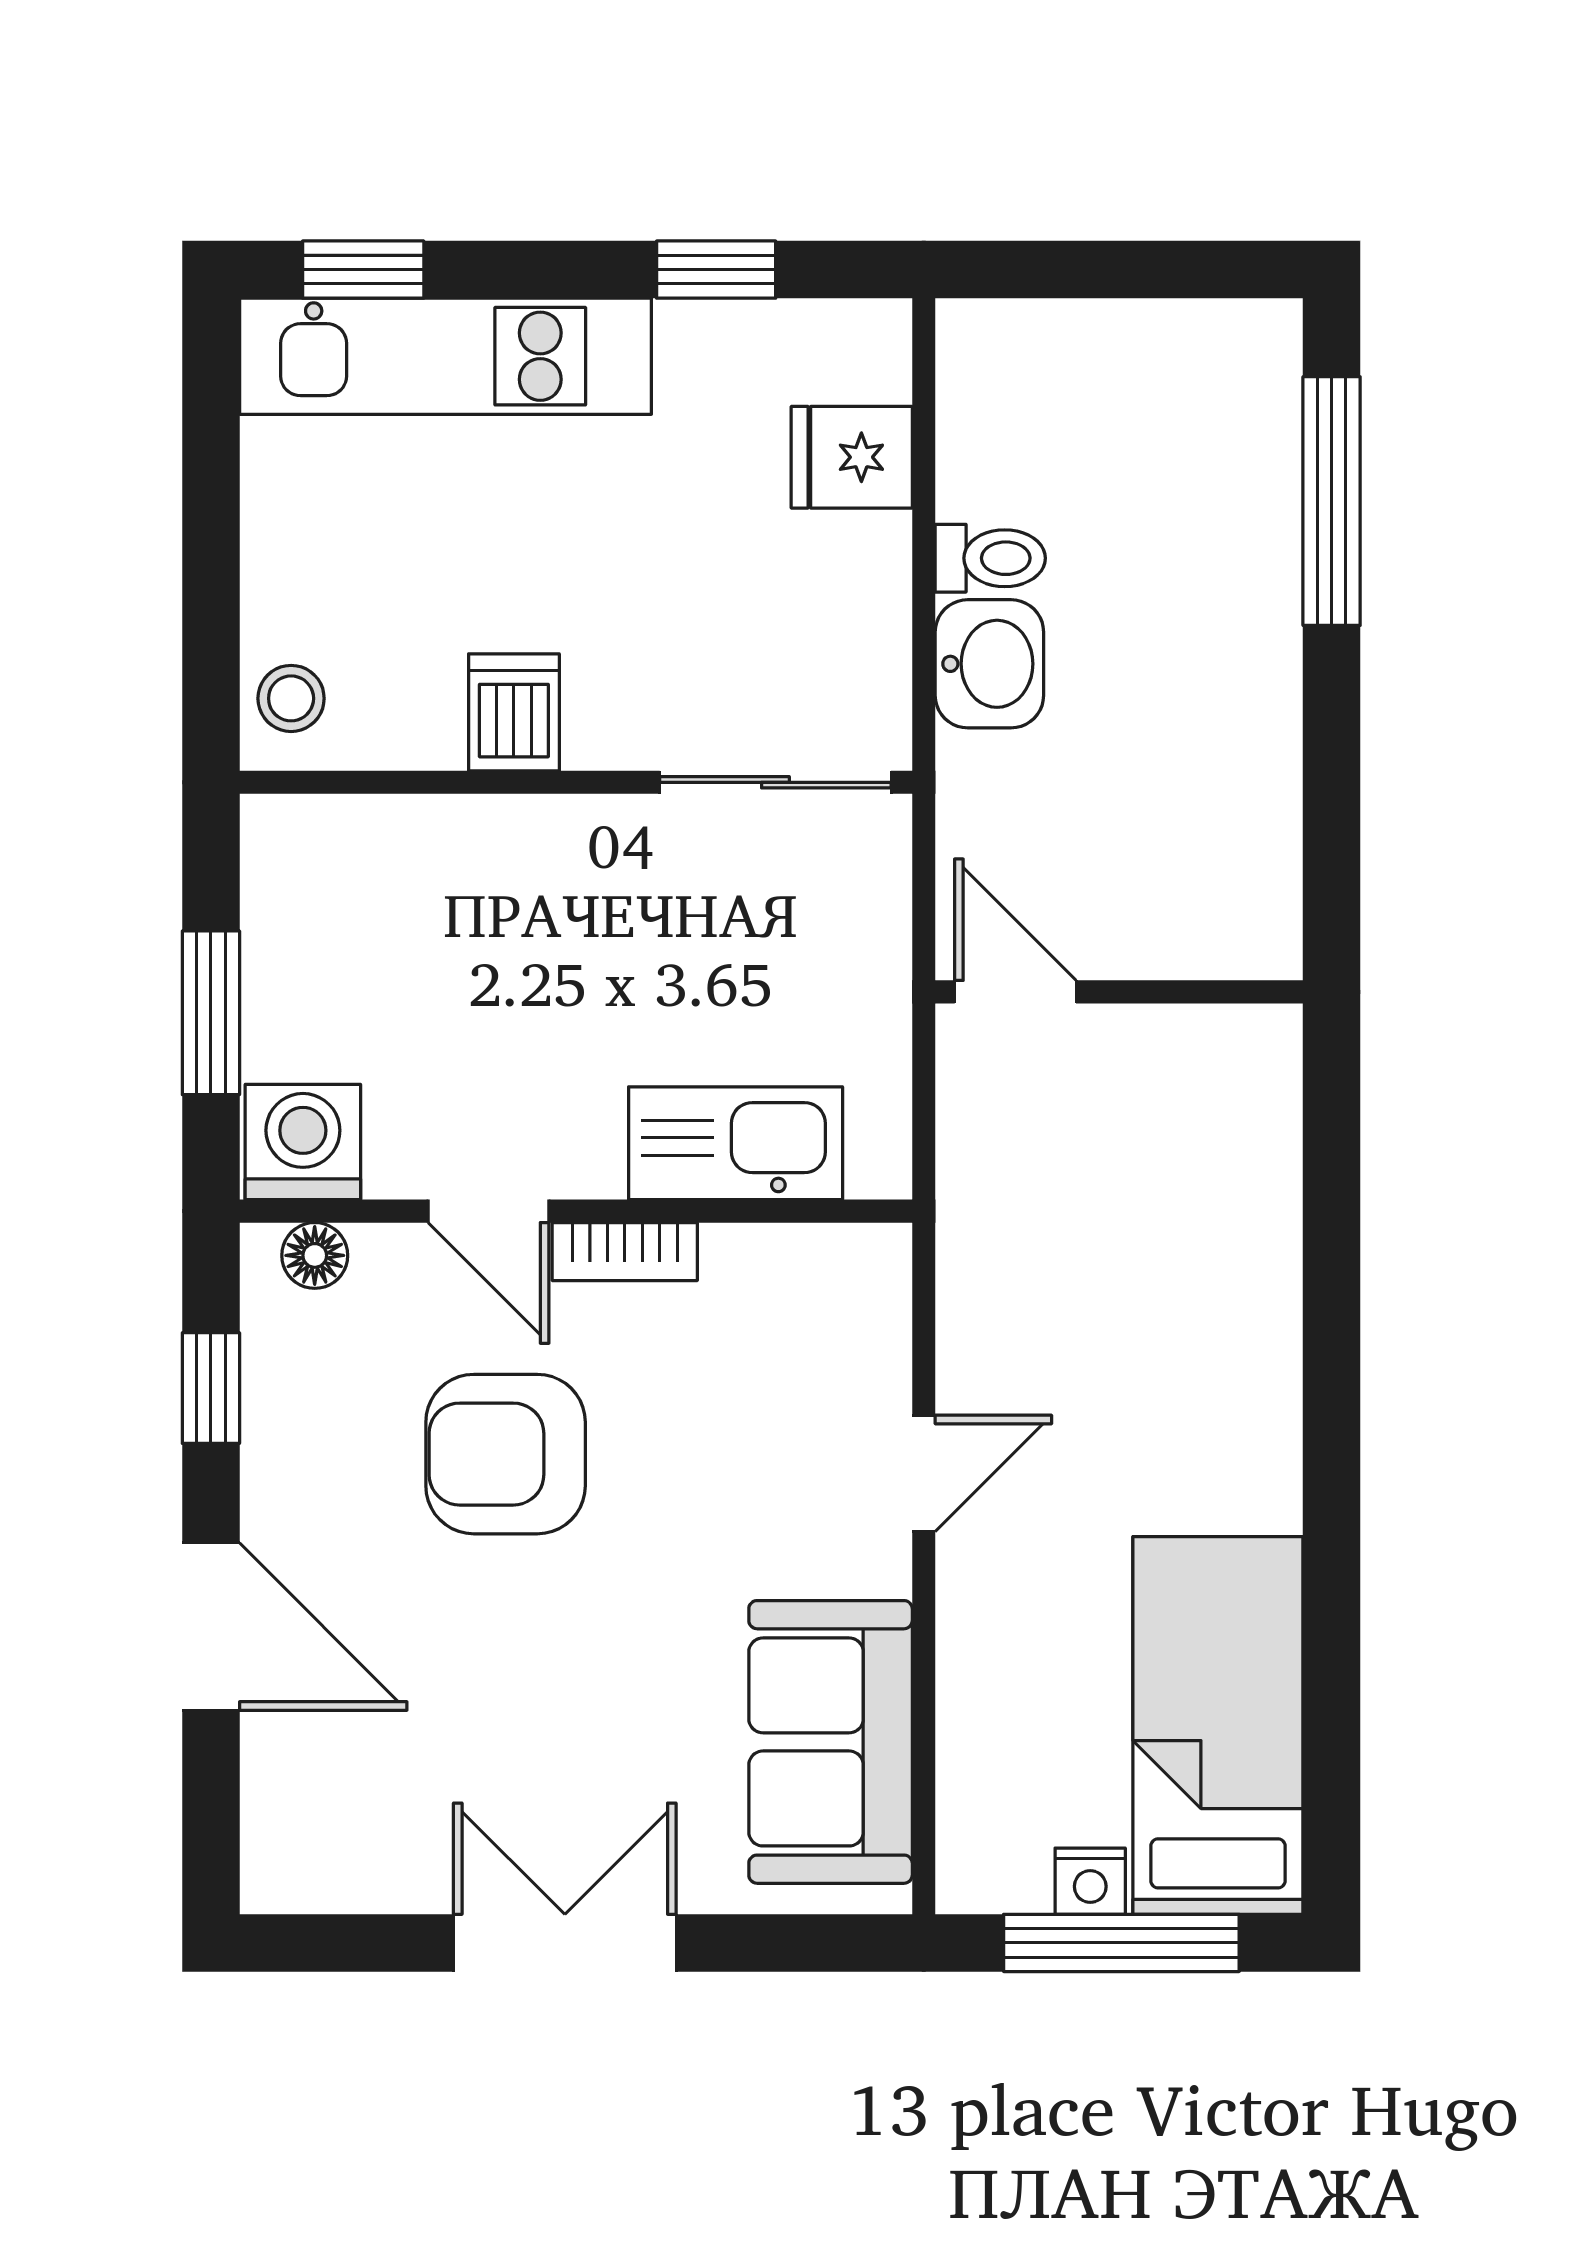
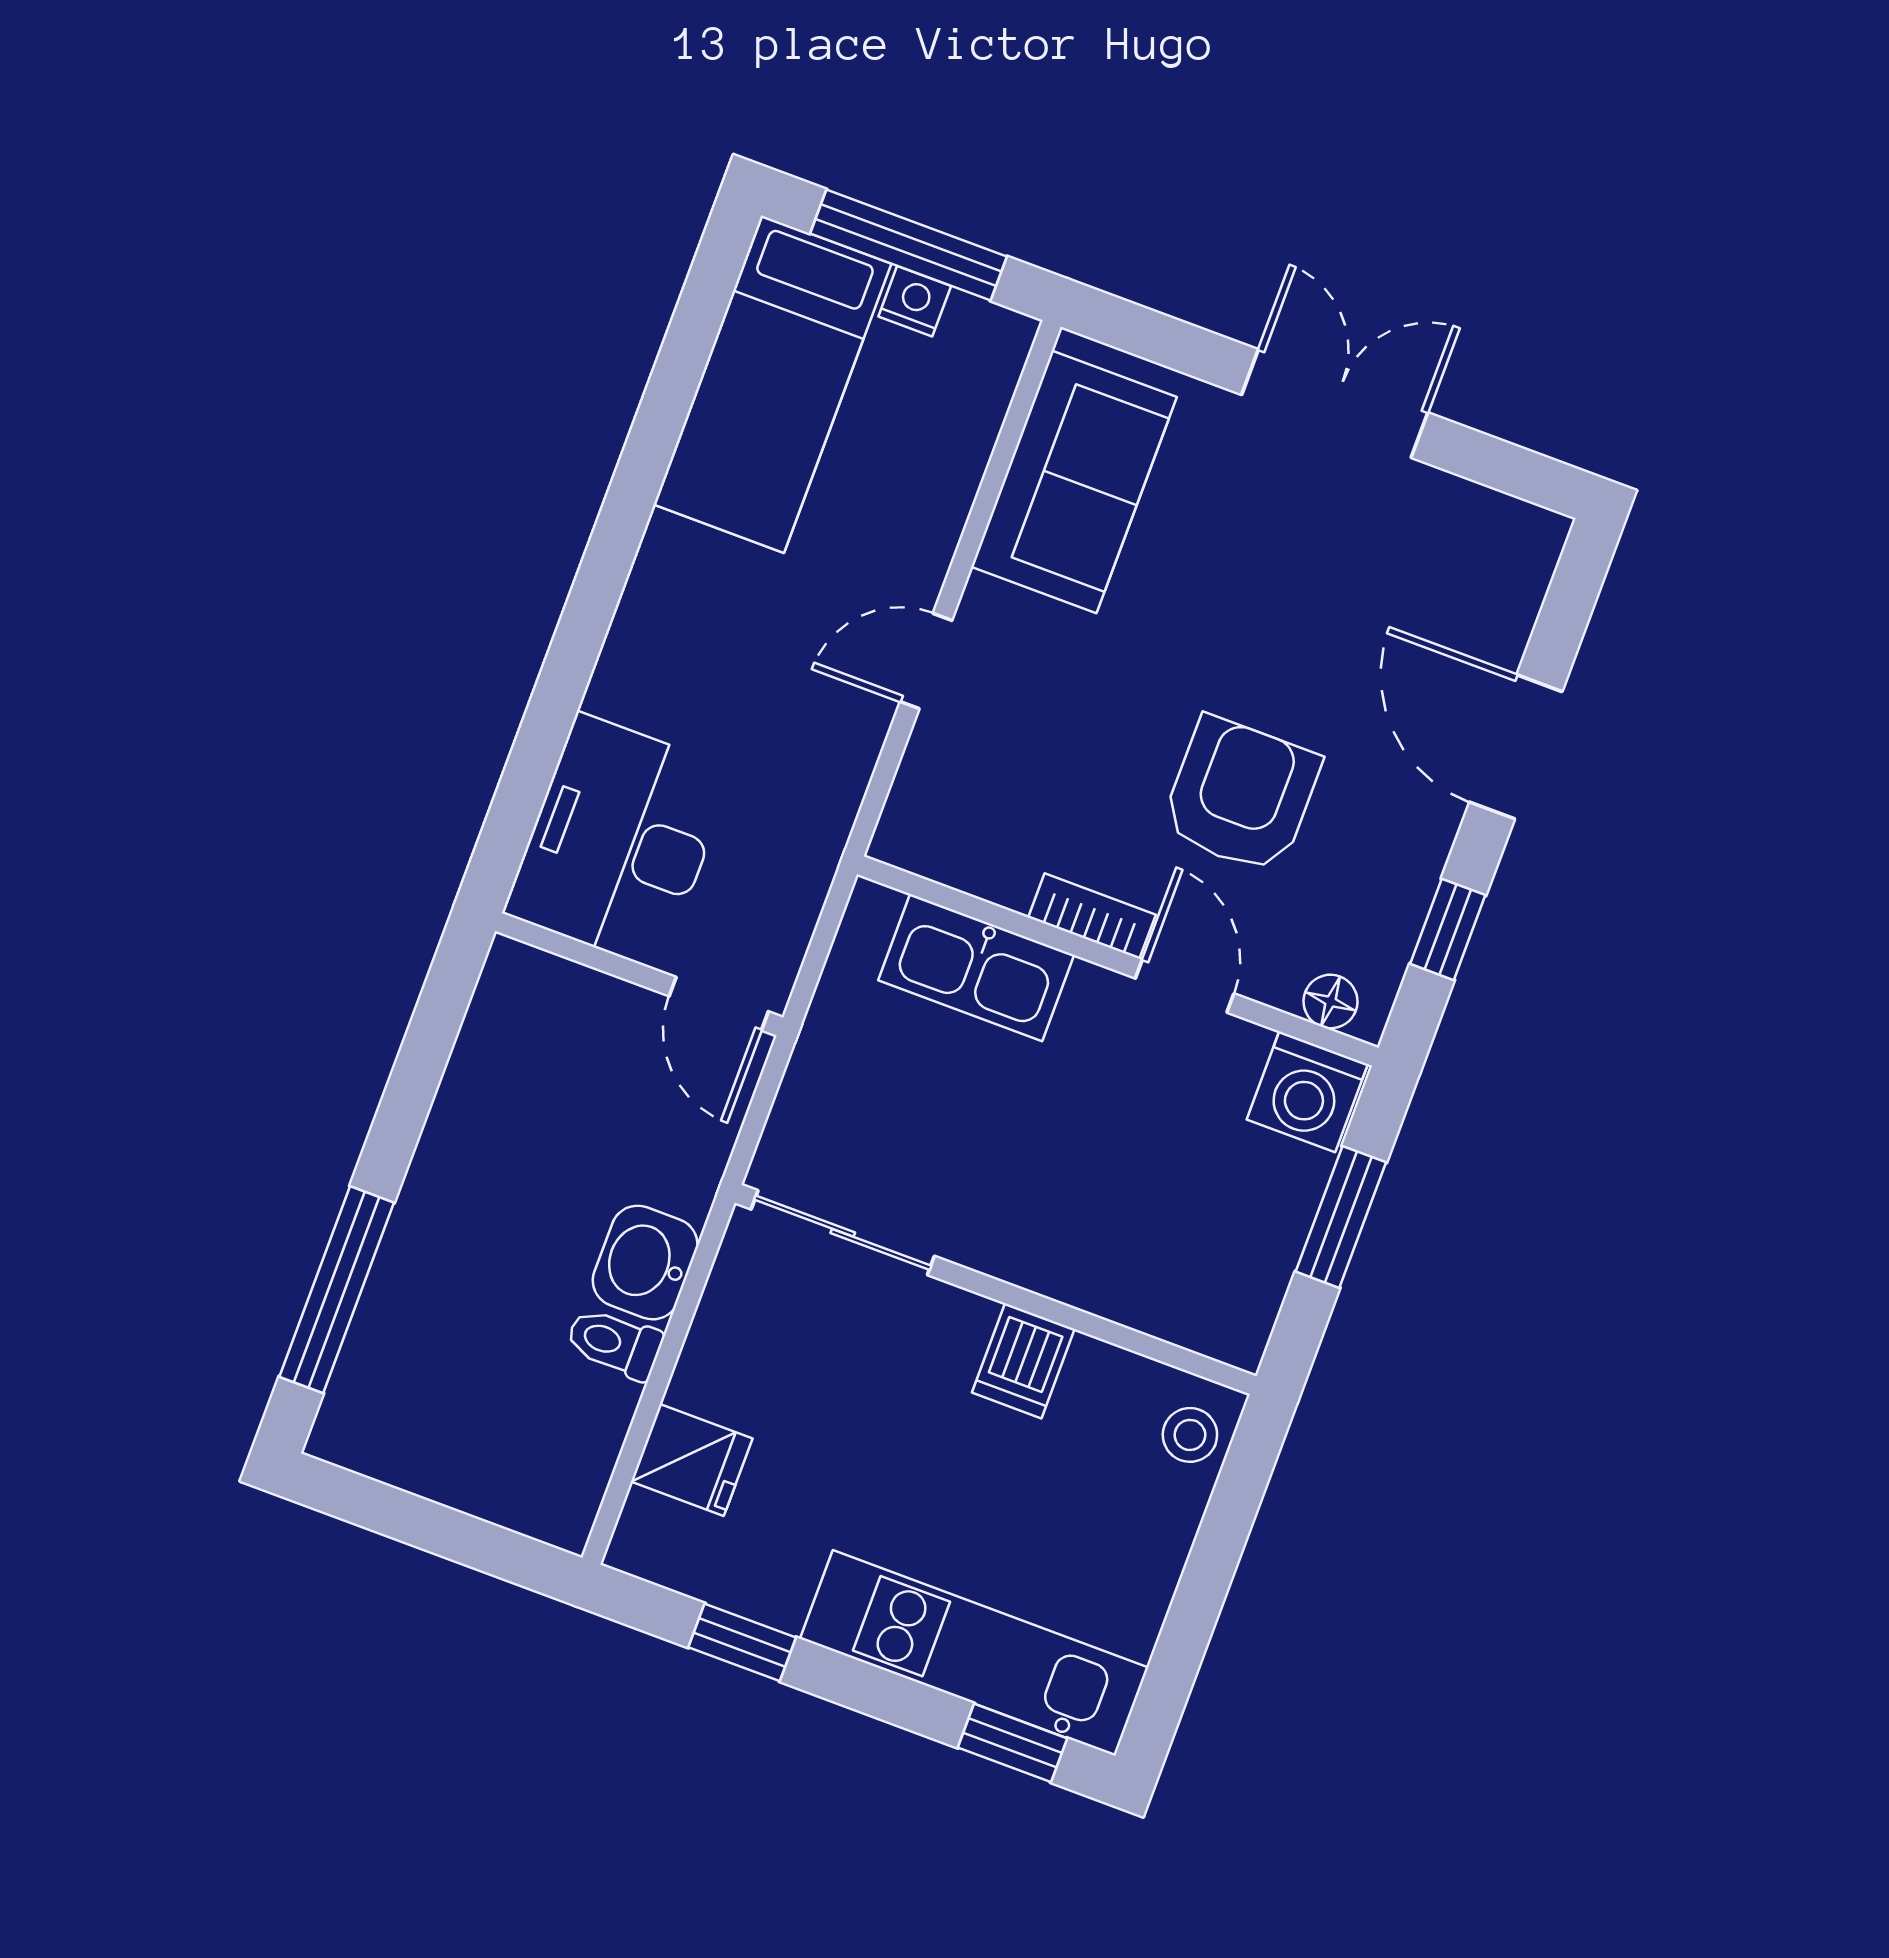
desk: (1199, 1136) -> (619, 841), added
armchair: (506, 1454) -> (1241, 795), turned -90
double door: (565, 1943) -> (1335, 404), swing flipped

